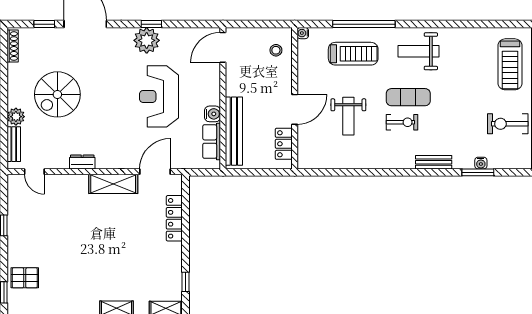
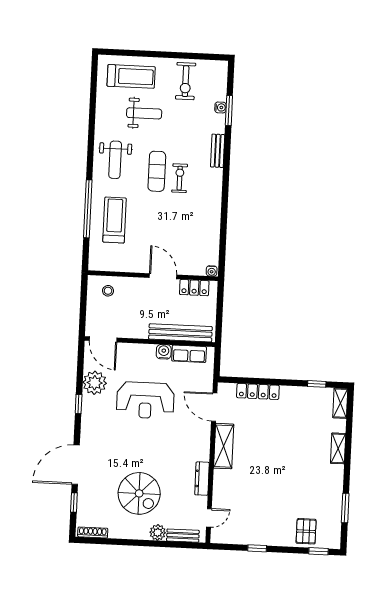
water cooler: (303, 33) -> (212, 271), moved
plant: (147, 40) -> (95, 383), moved
weight bench: (348, 116) -> (144, 113), moved
dresser: (82, 162) -> (202, 479), width x1.44

